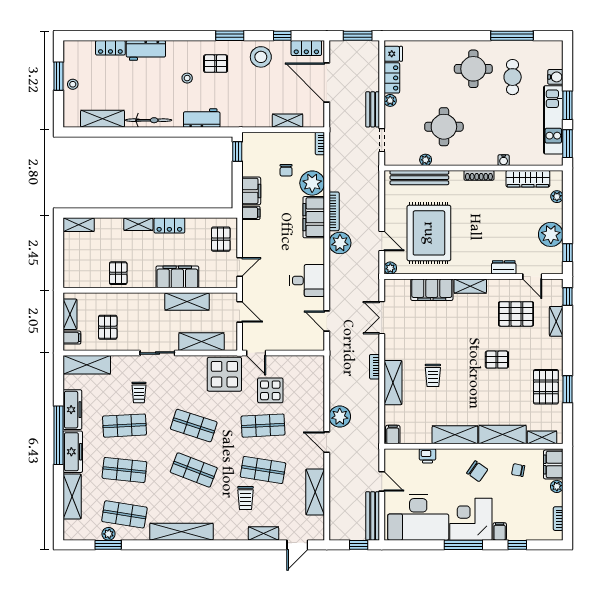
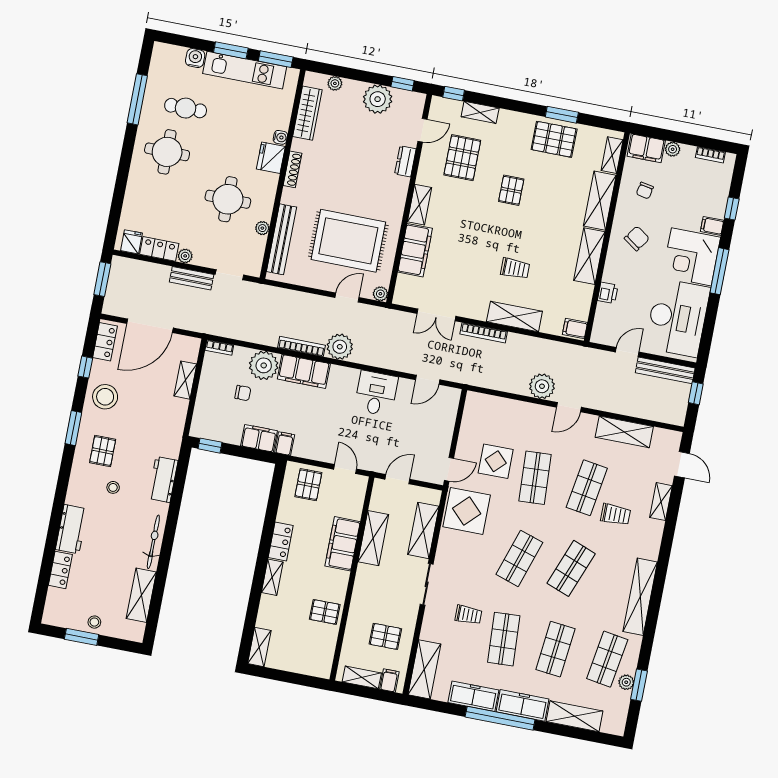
fridge: (485, 156) -> (271, 158), added
pallet: (221, 239) -> (308, 485), turned 90
bookcase: (375, 367) -> (484, 333), width x1.56

